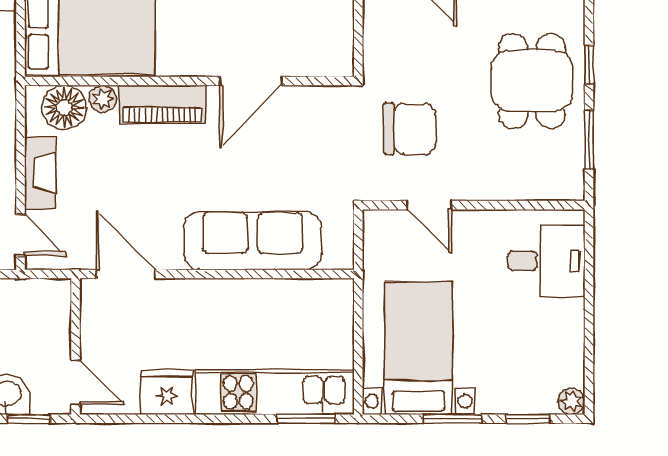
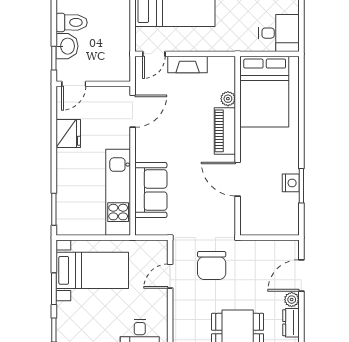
floor lamp: (64, 107) -> (223, 78), removed
sofa: (252, 241) -> (151, 190), width x0.73
kitchen unit: (275, 392) -> (118, 192), moved, turned 180

